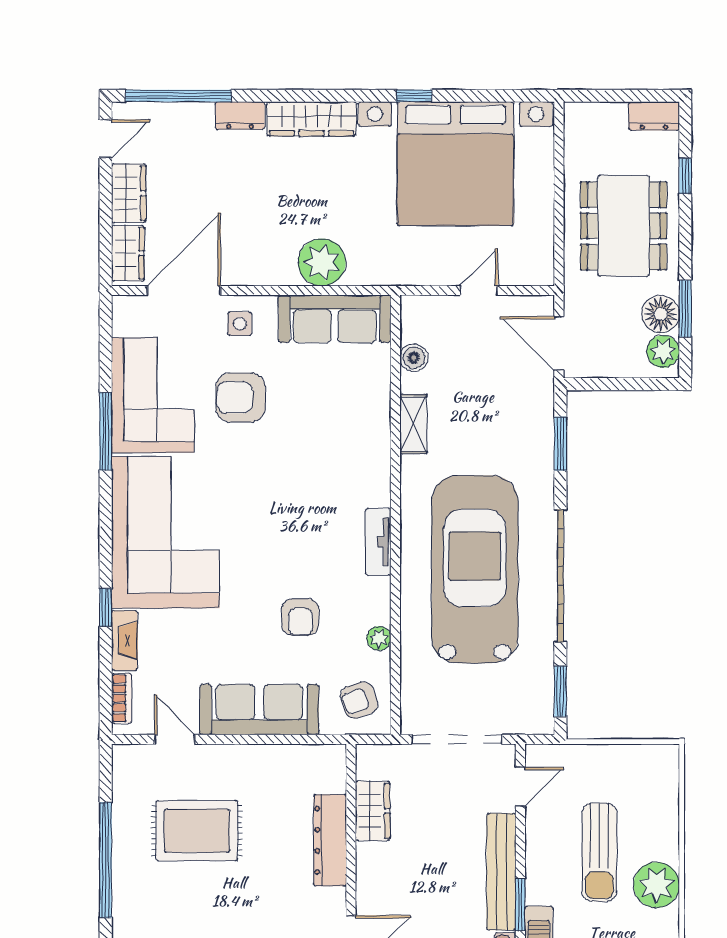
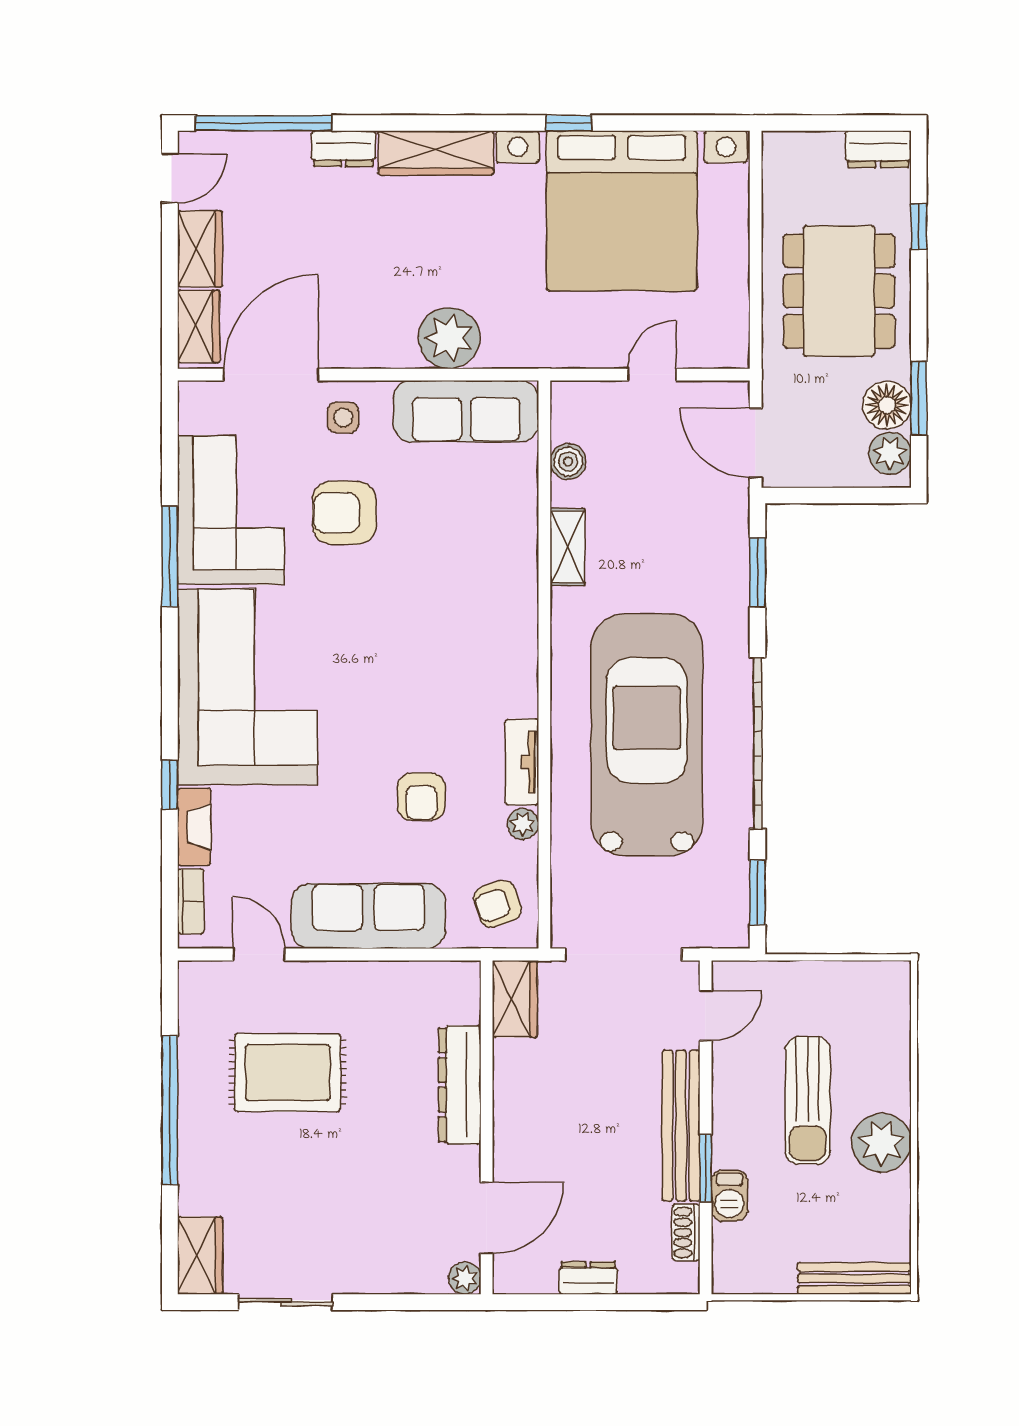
tv unit: (378, 542) -> (522, 762), moved
wardrobe: (373, 811) -> (515, 999), moved

